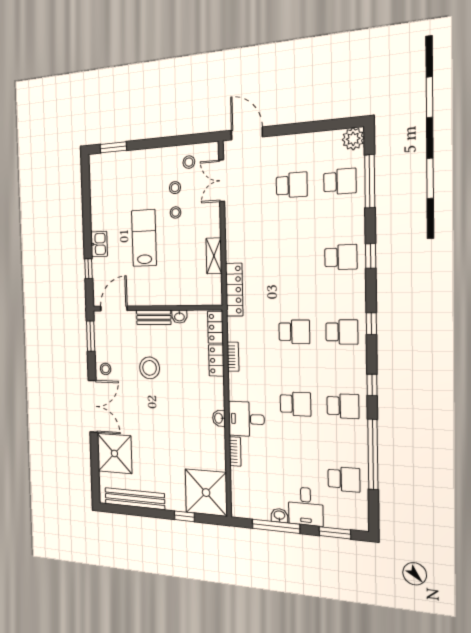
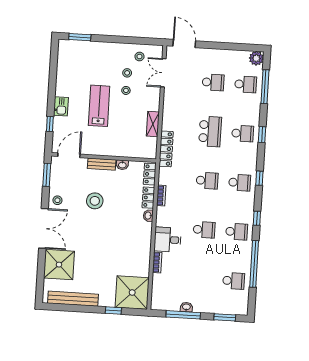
school desk: (293, 259) -> (210, 131), added
washbasin: (219, 418) -> (148, 216), moved
desk: (306, 506) -> (206, 300), removed

